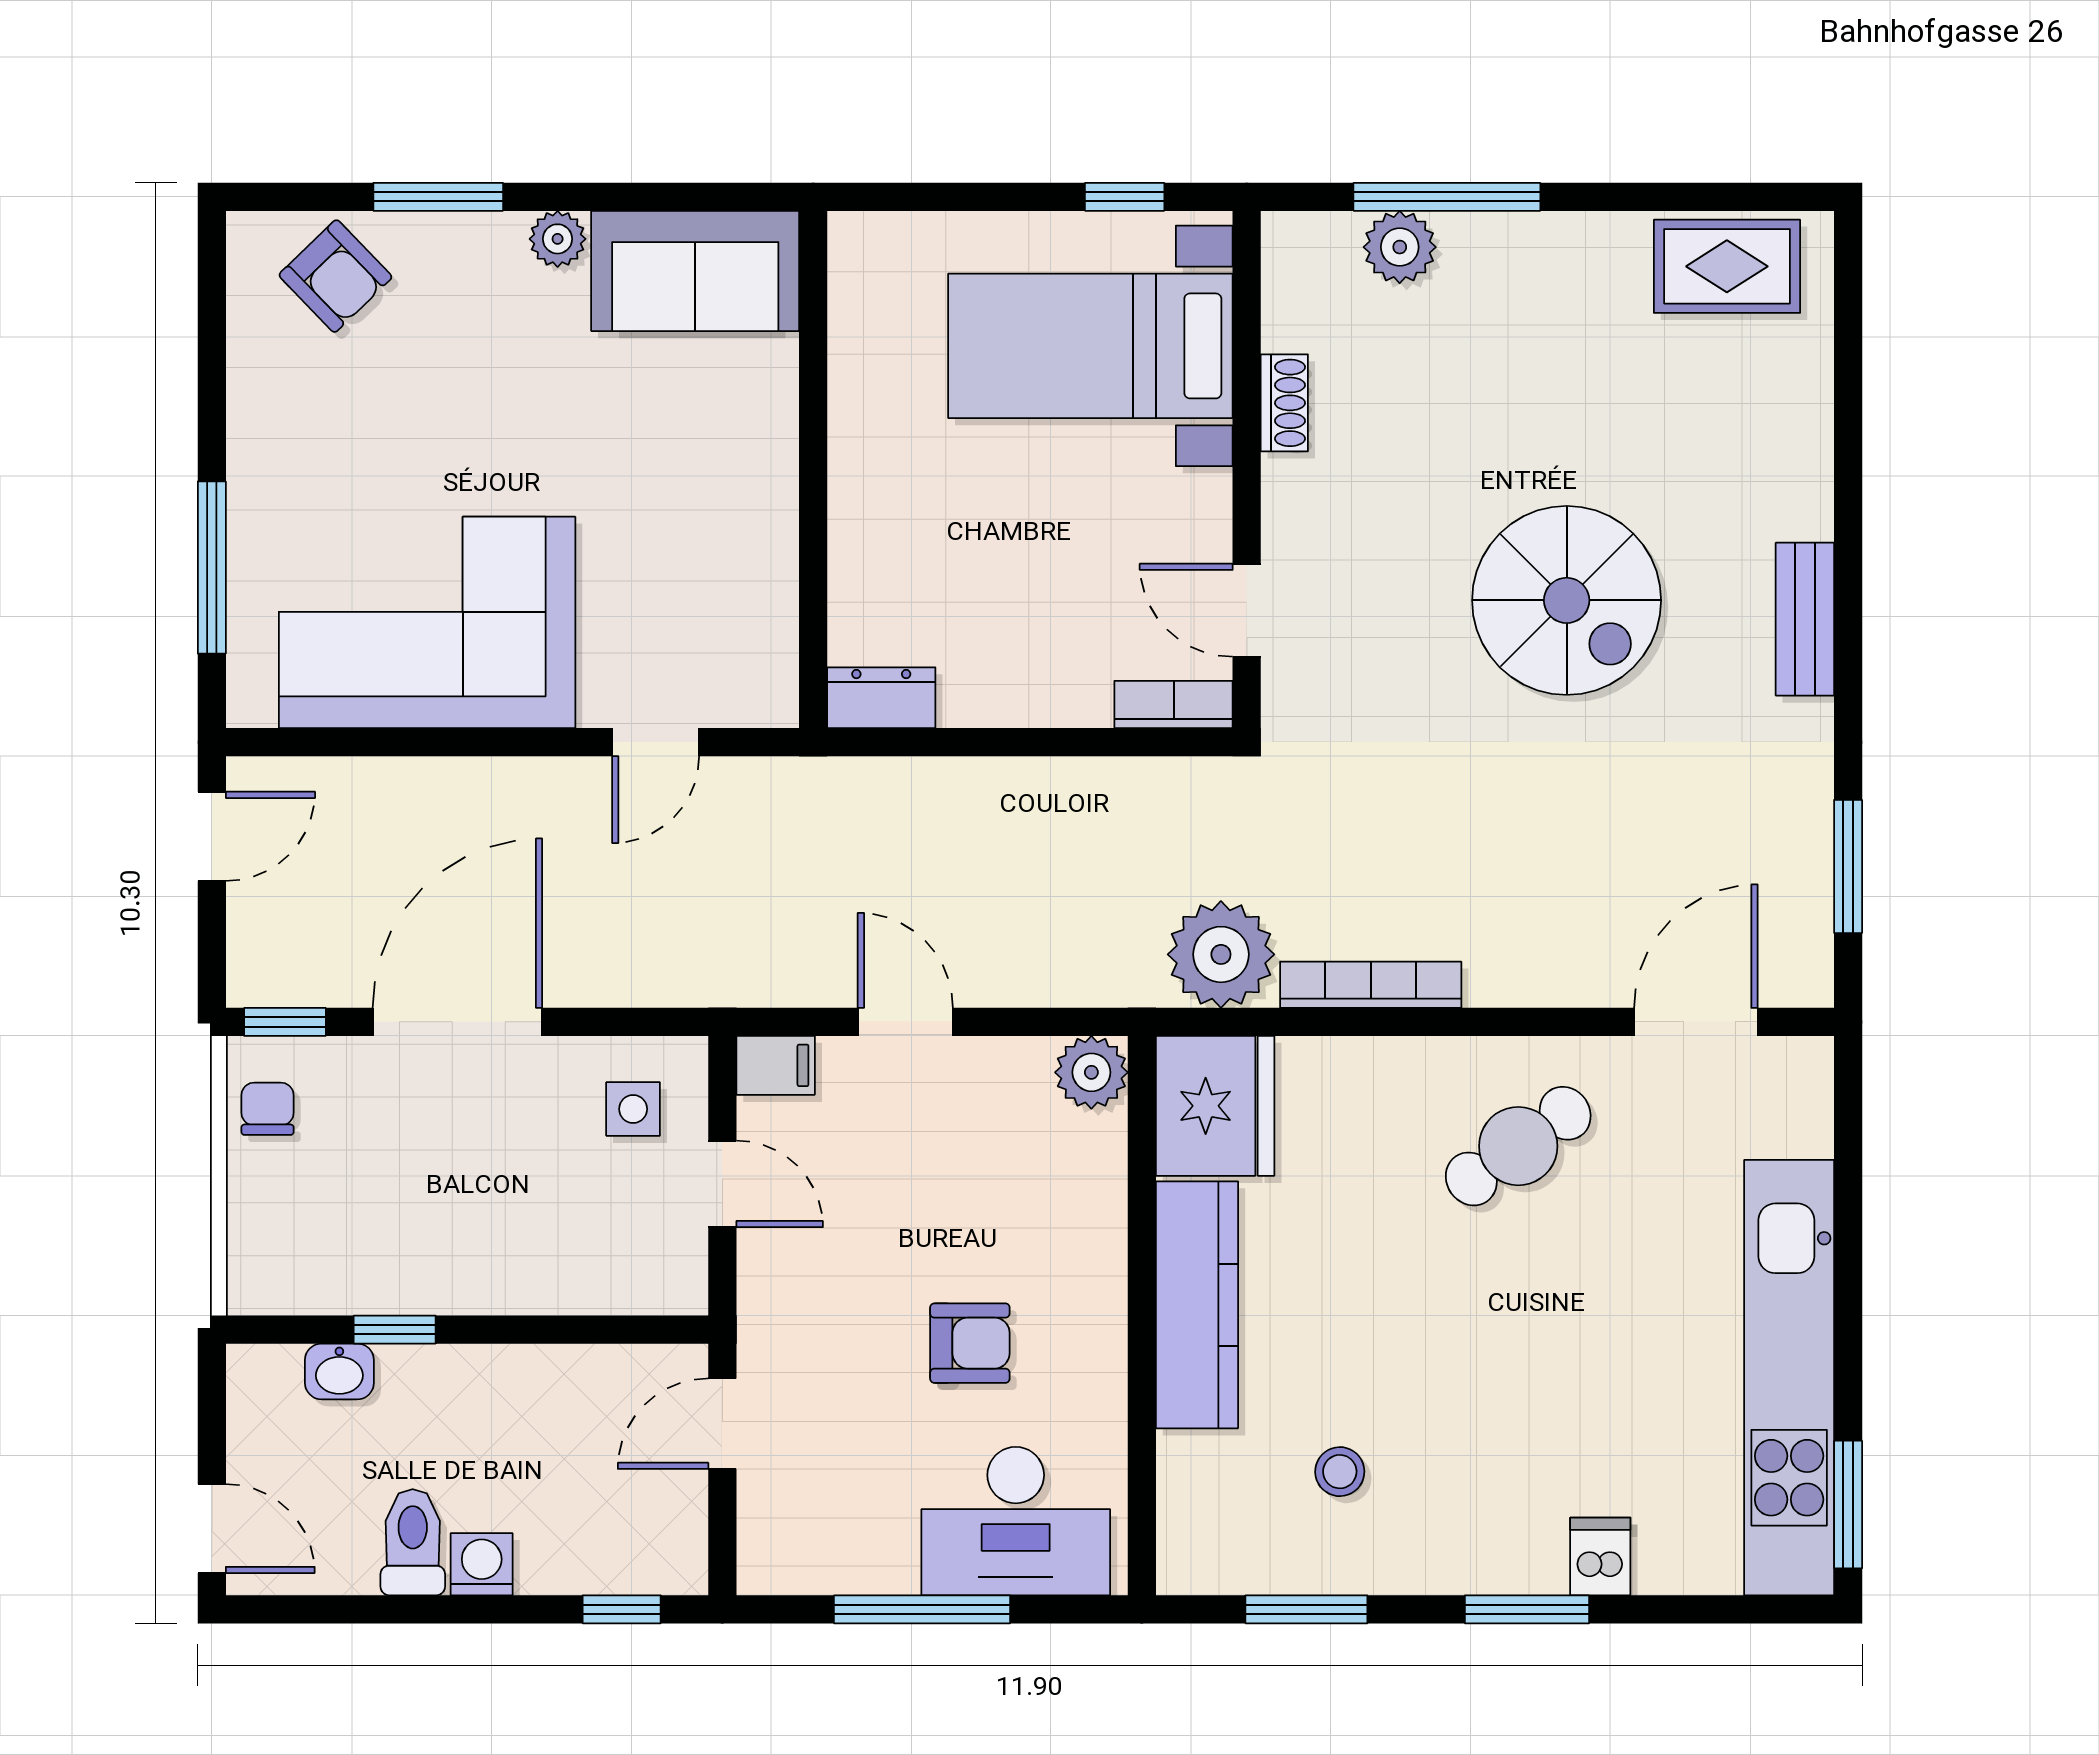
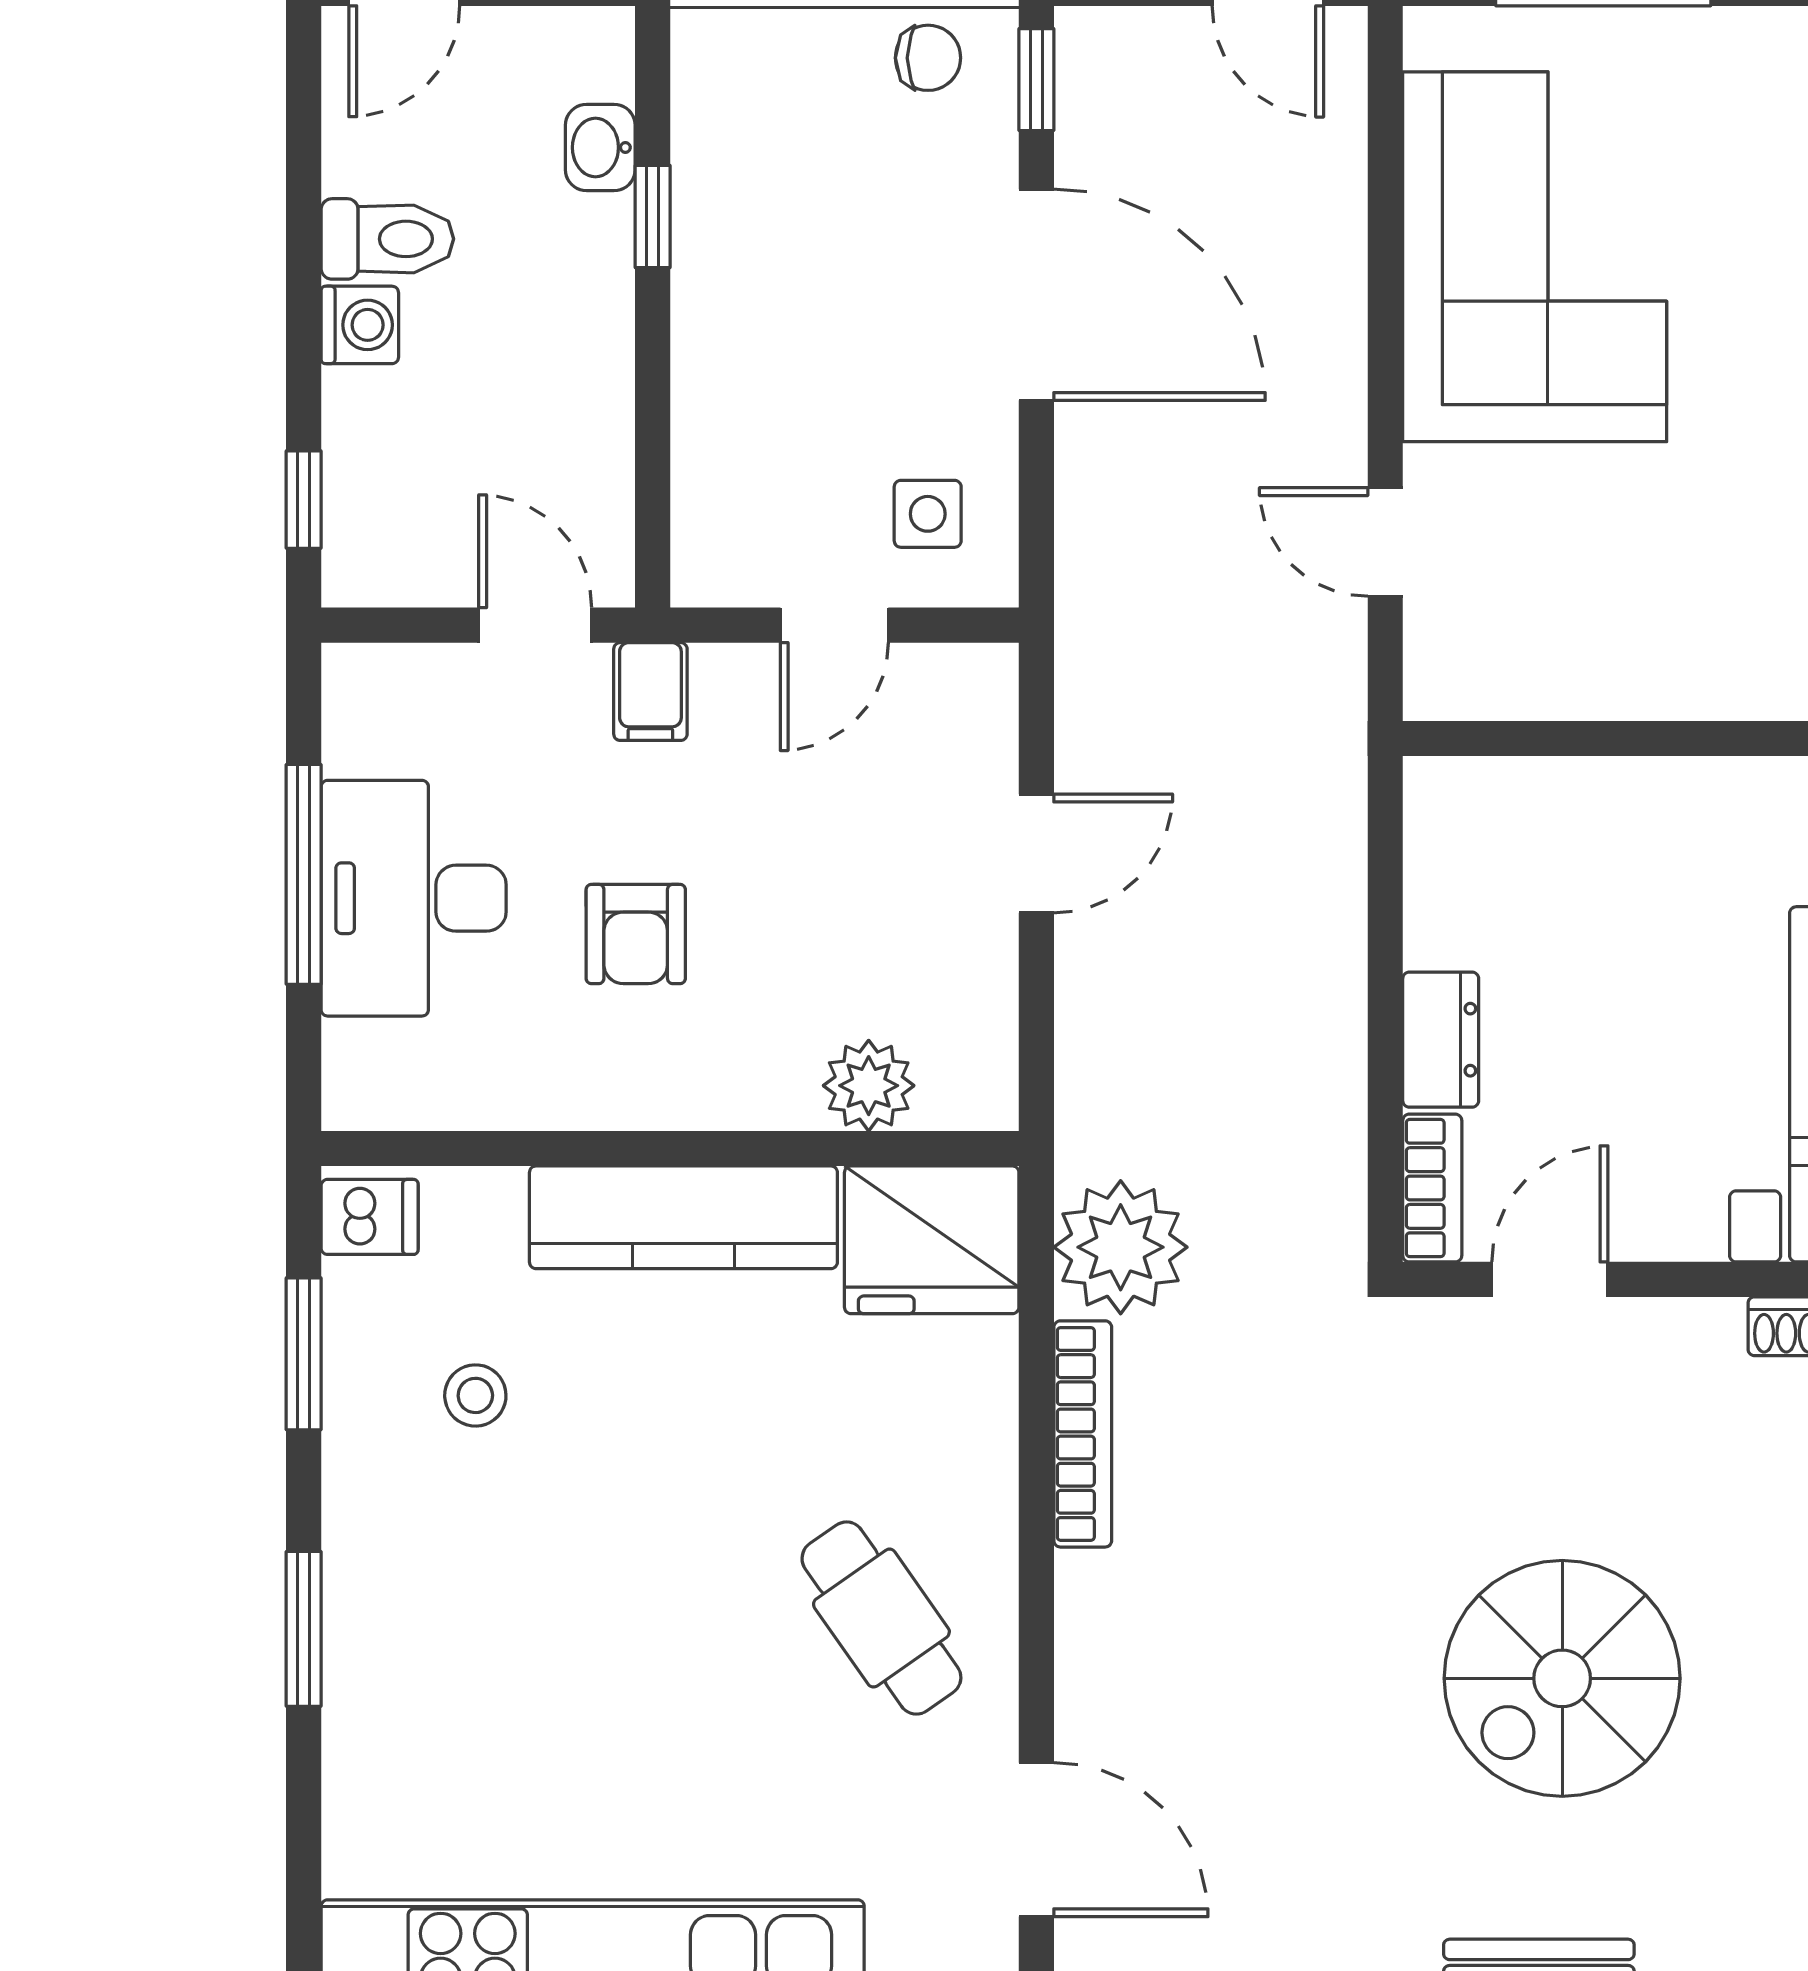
dresser: (881, 698) -> (1441, 1040), moved
filing cabinet: (776, 1065) -> (650, 692), moved
plant: (1091, 1072) -> (869, 1086), moved
desk: (1016, 1521) -> (414, 898), moved
dishwasher: (1600, 1556) -> (370, 1217), moved

